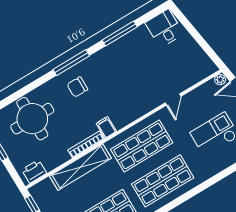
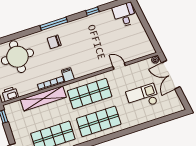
window: (120, 33) -> (92, 11), width x0.46
door: (173, 100) -> (119, 66), swing flipped

